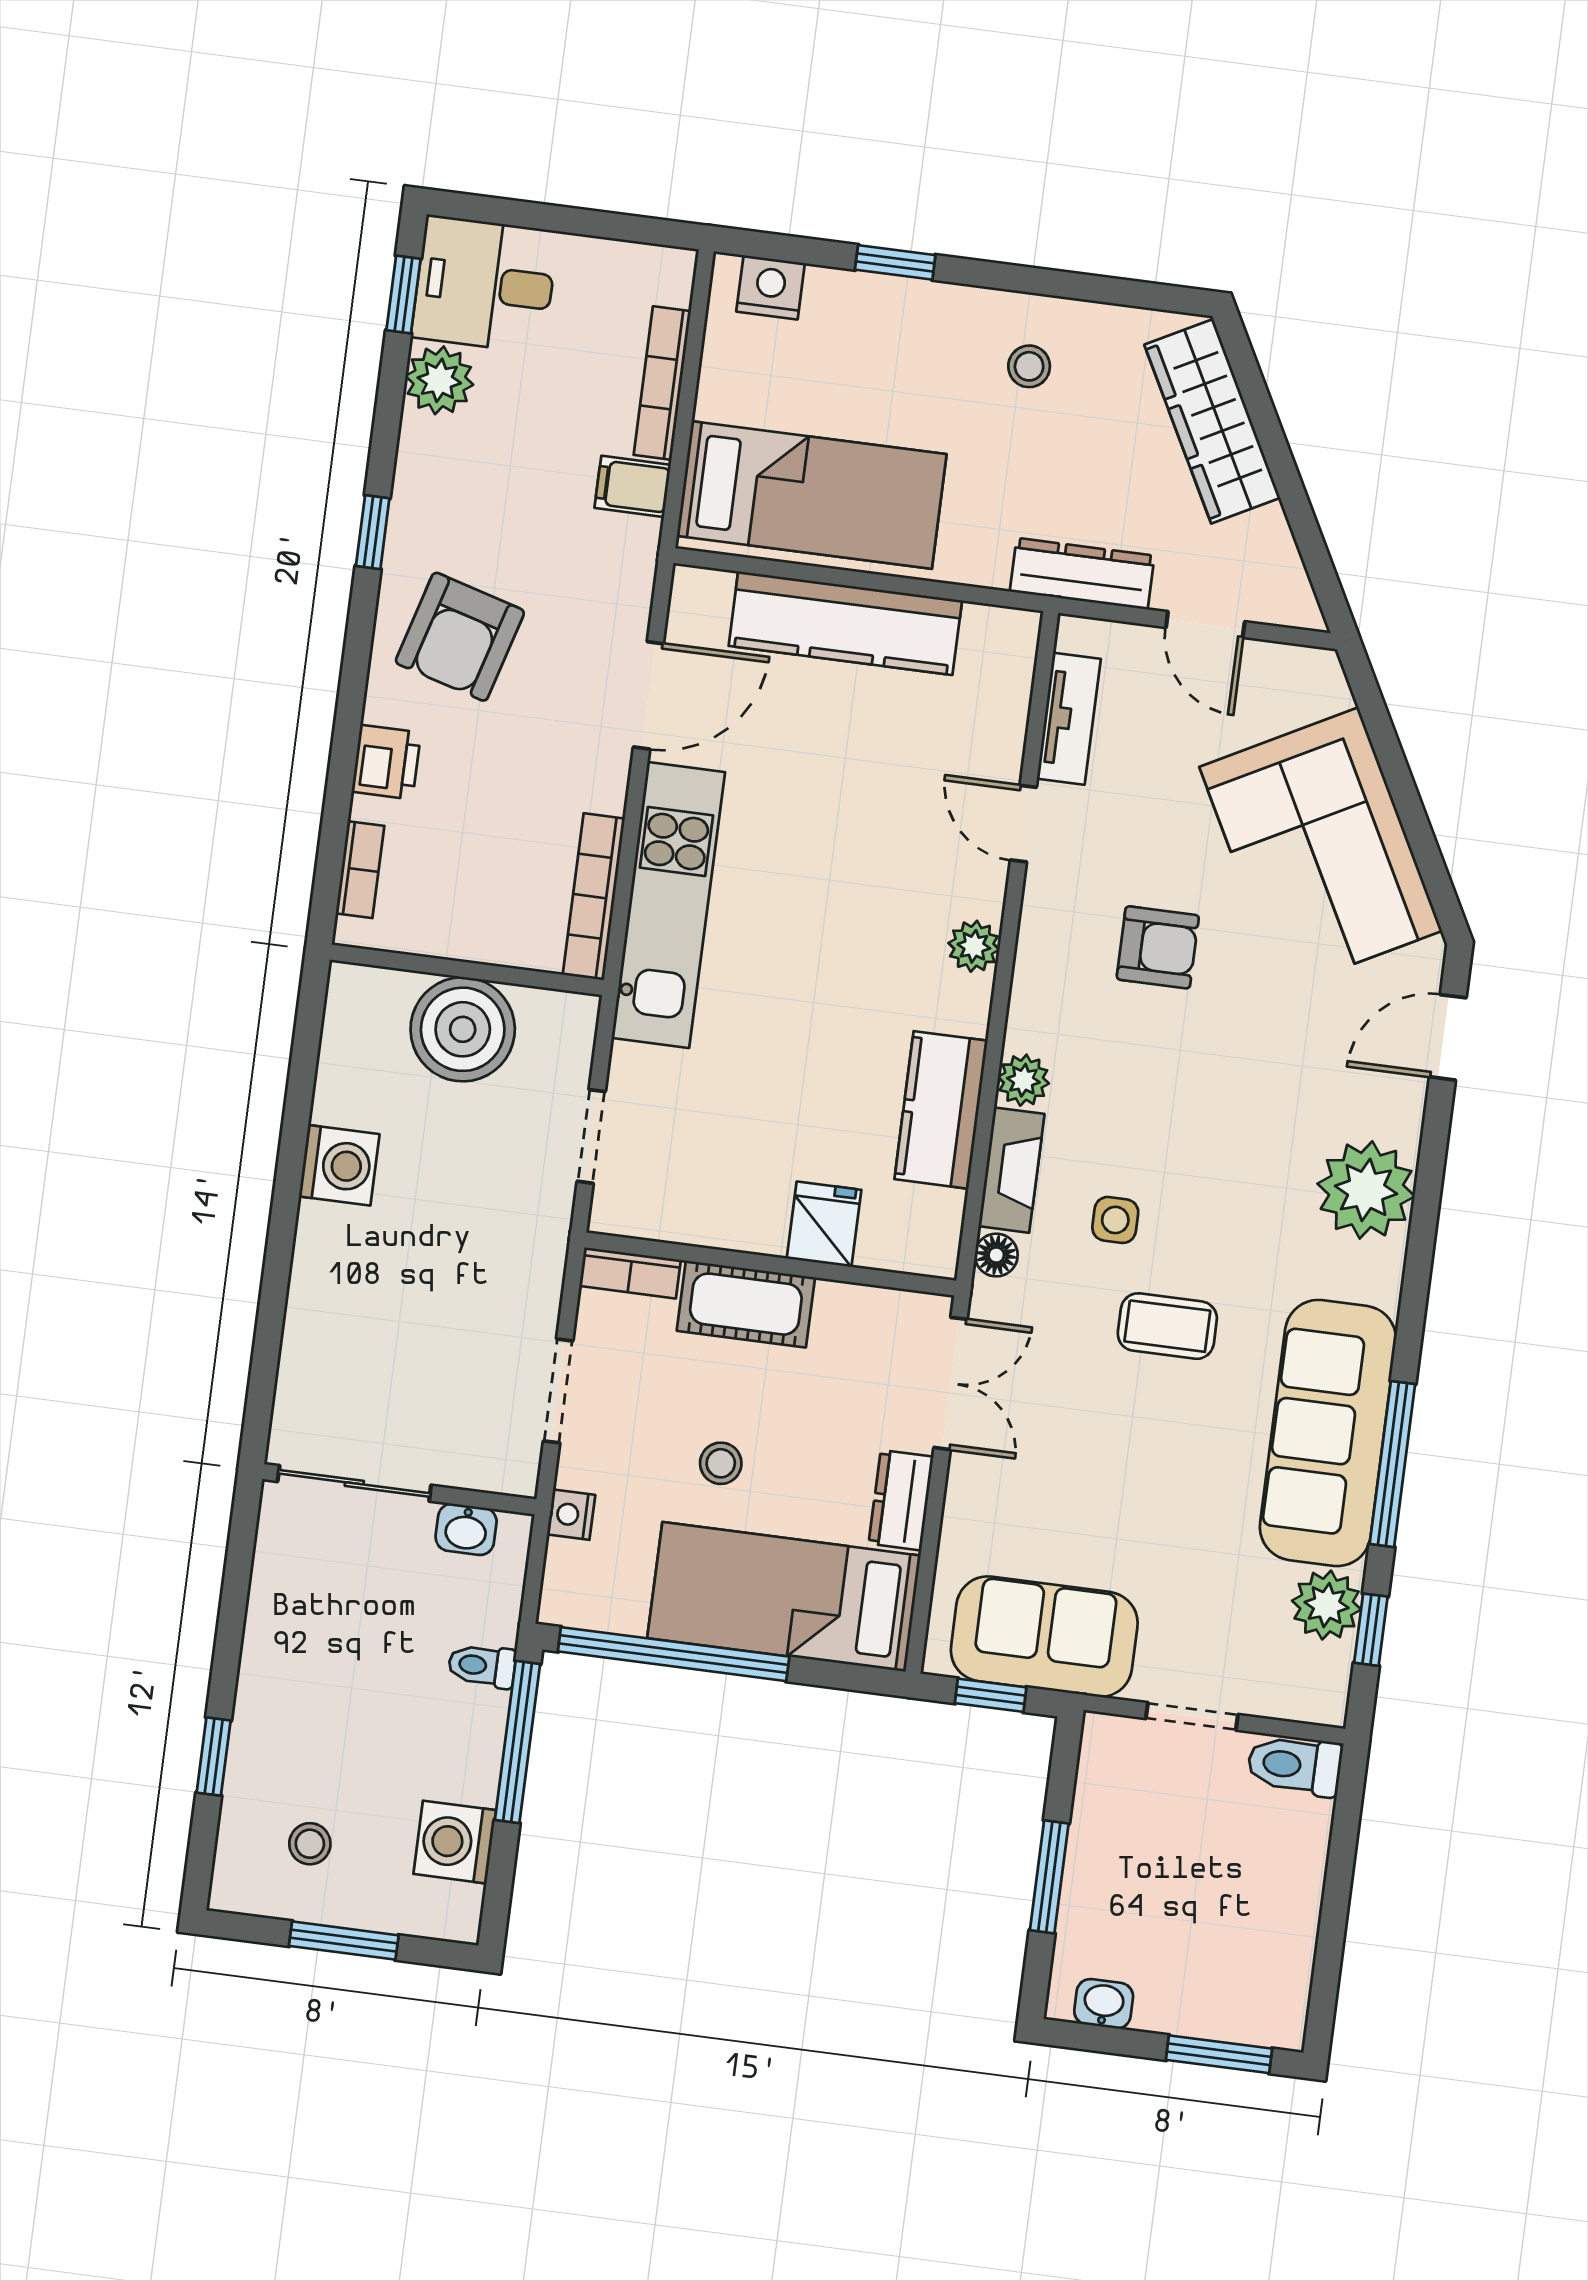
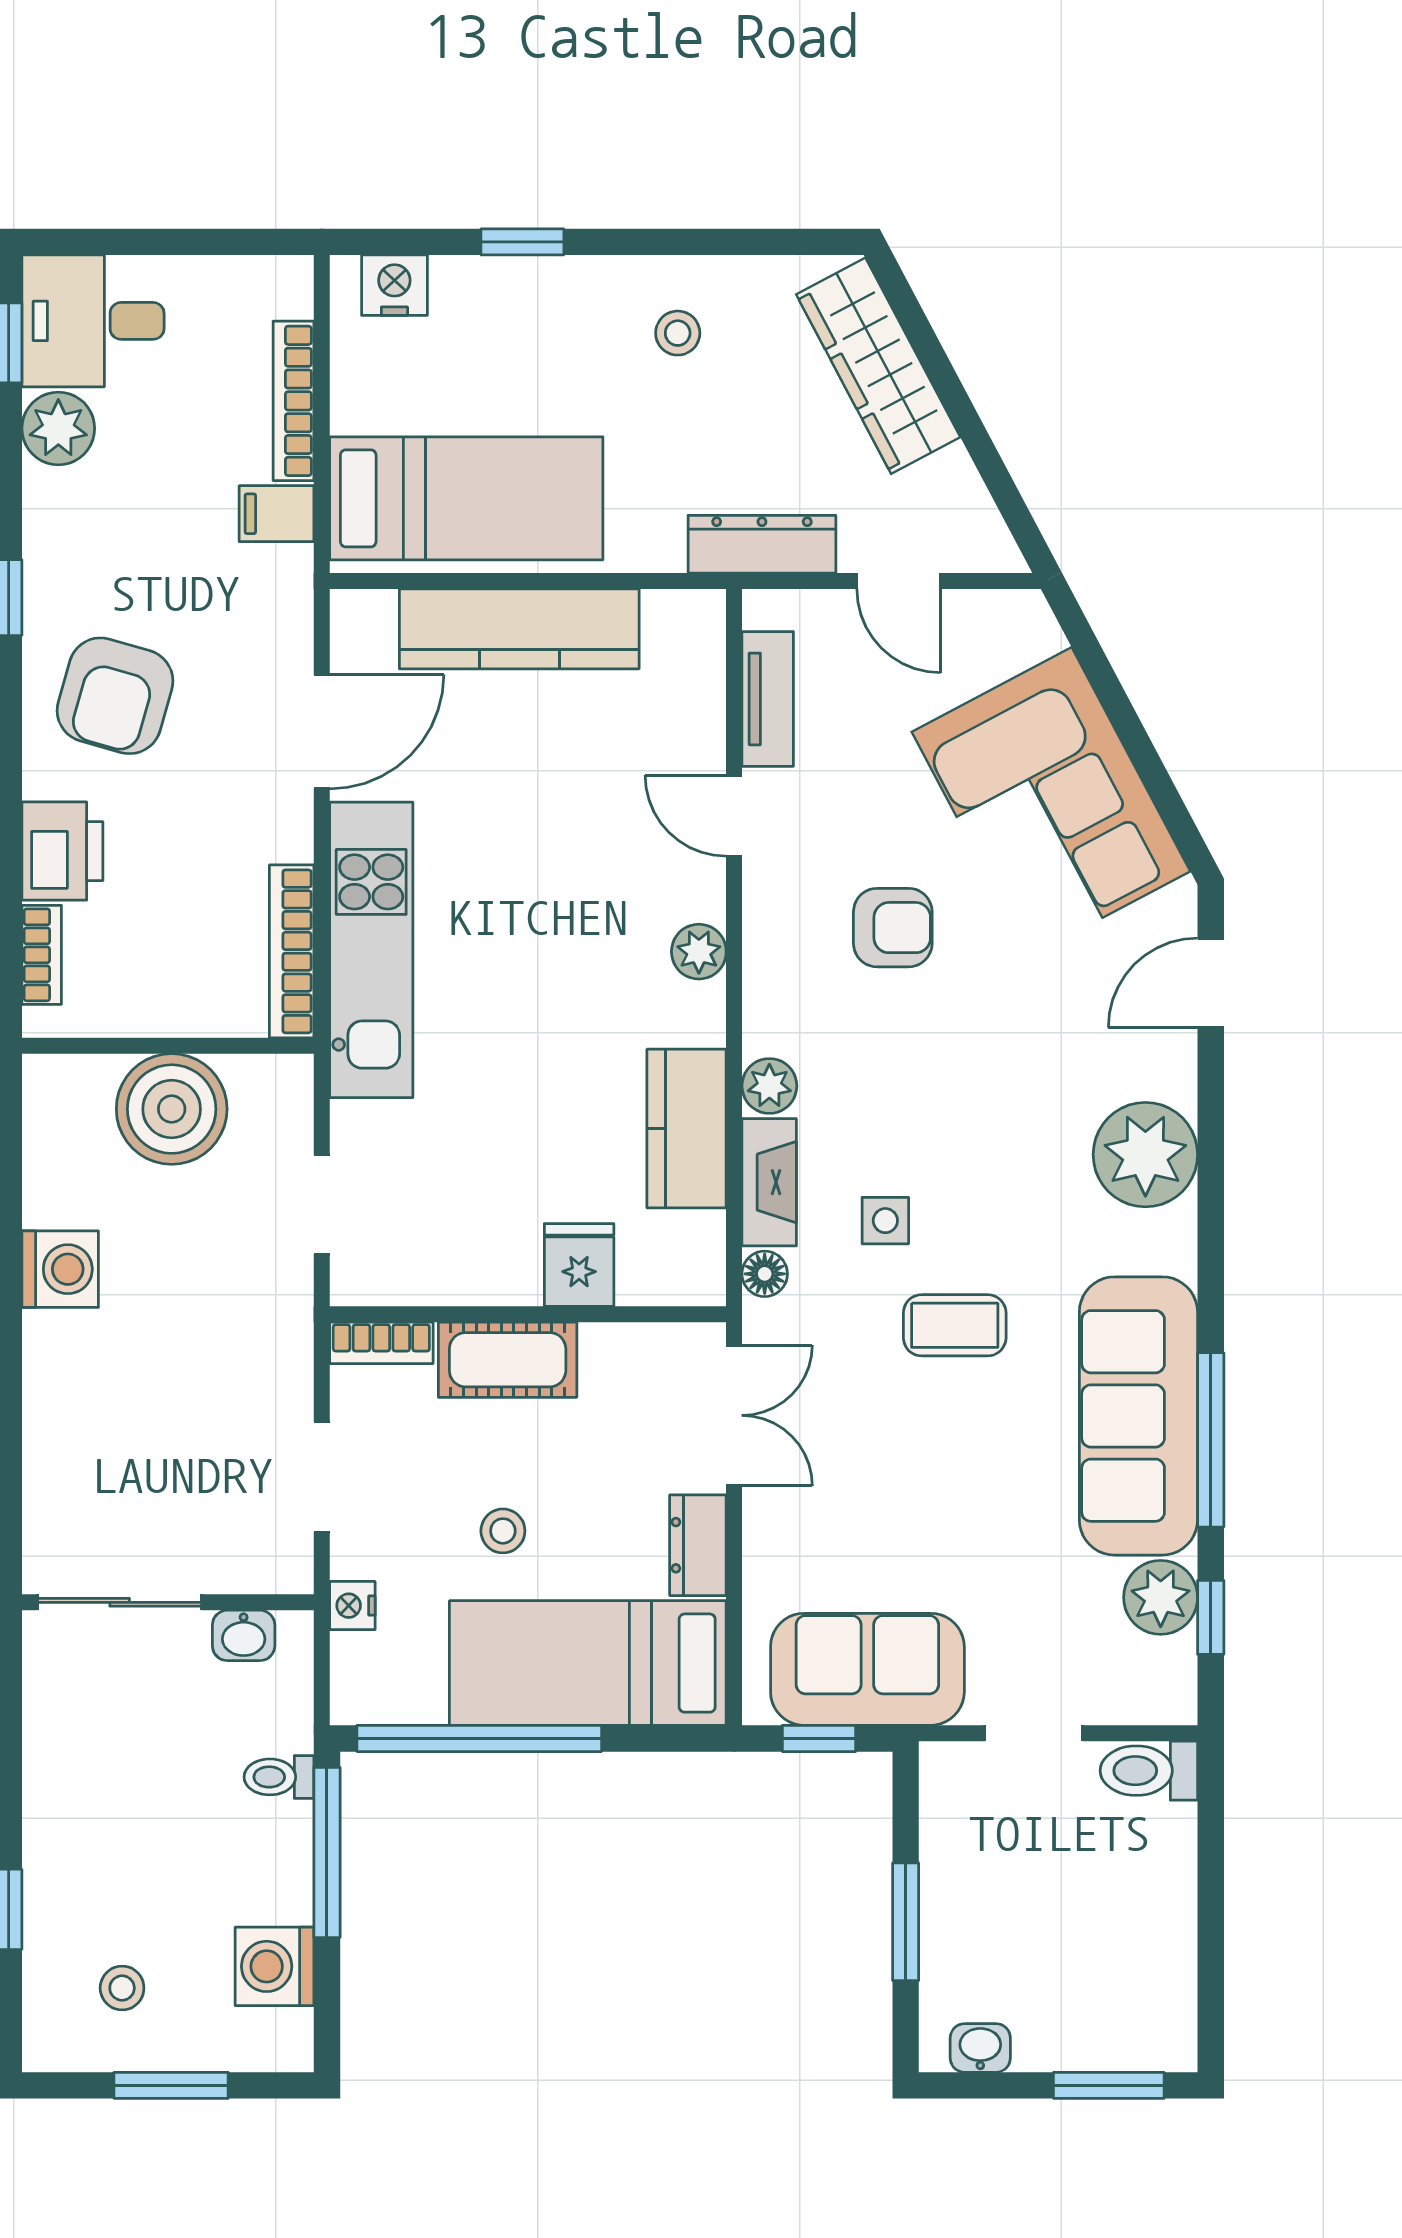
printer: (386, 762) -> (62, 851), width x1.36, depth x1.24

